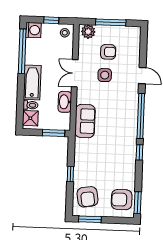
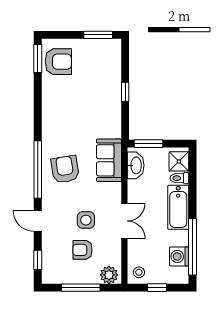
washing machine: (33, 30) -> (179, 256), moved
washbasin: (65, 102) -> (136, 165), moved
window: (139, 152) -> (38, 260), moved
armchair: (87, 197) -> (65, 169), moved

